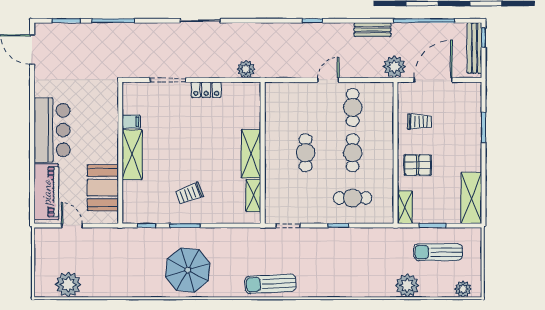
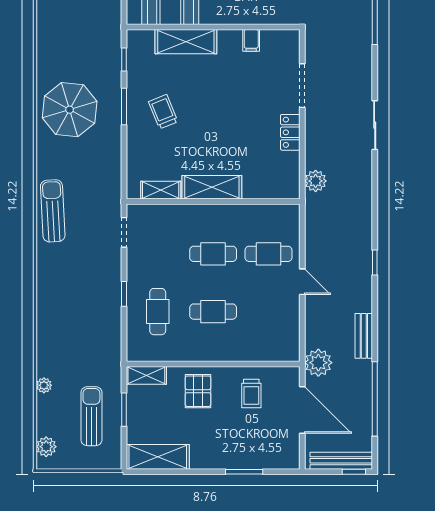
cafe table: (353, 107) -> (268, 254), moved
shelving: (132, 155) -> (186, 42), moved
plant: (407, 285) -> (44, 385), width x0.53, depth x0.53

